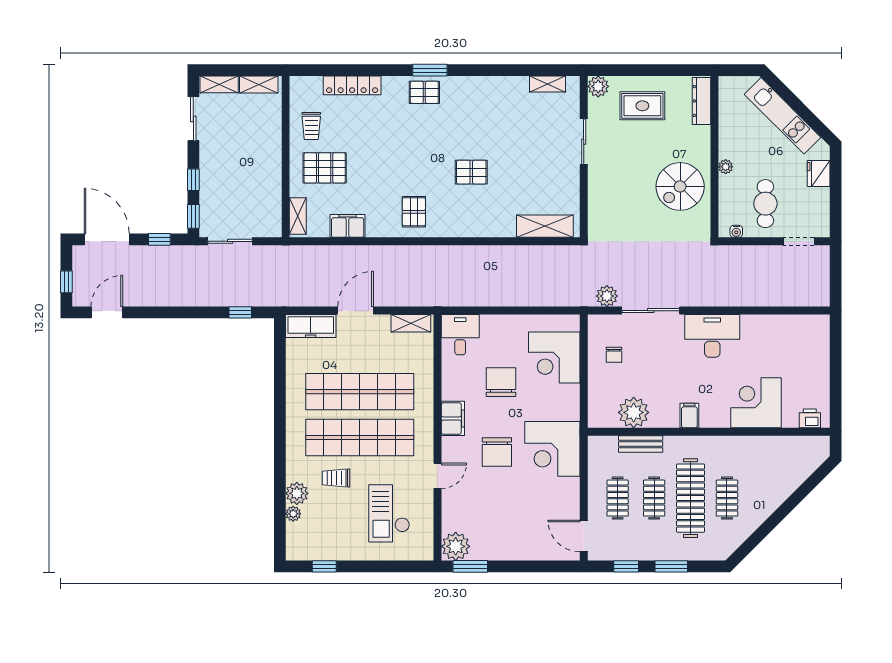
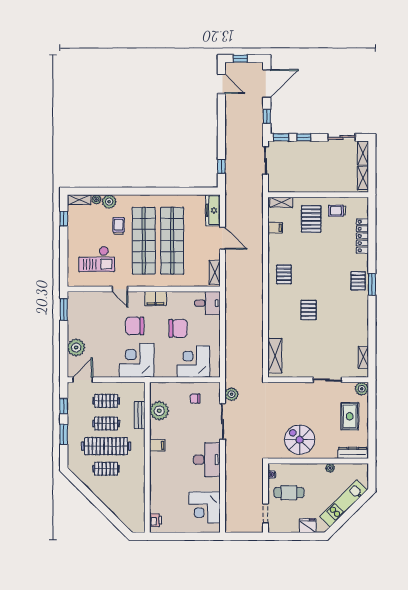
plant: (726, 167) -> (330, 468), moved
pallet: (414, 212) -> (284, 274), turned 90
filing cabinet: (348, 226) -> (275, 228), width x0.50
corner desk: (756, 403) -> (205, 507), moved, turned 180
checkout: (389, 513) -> (97, 259), turned 180
shelving: (294, 541) -> (79, 200), added
plant: (456, 546) -> (76, 347), moved

